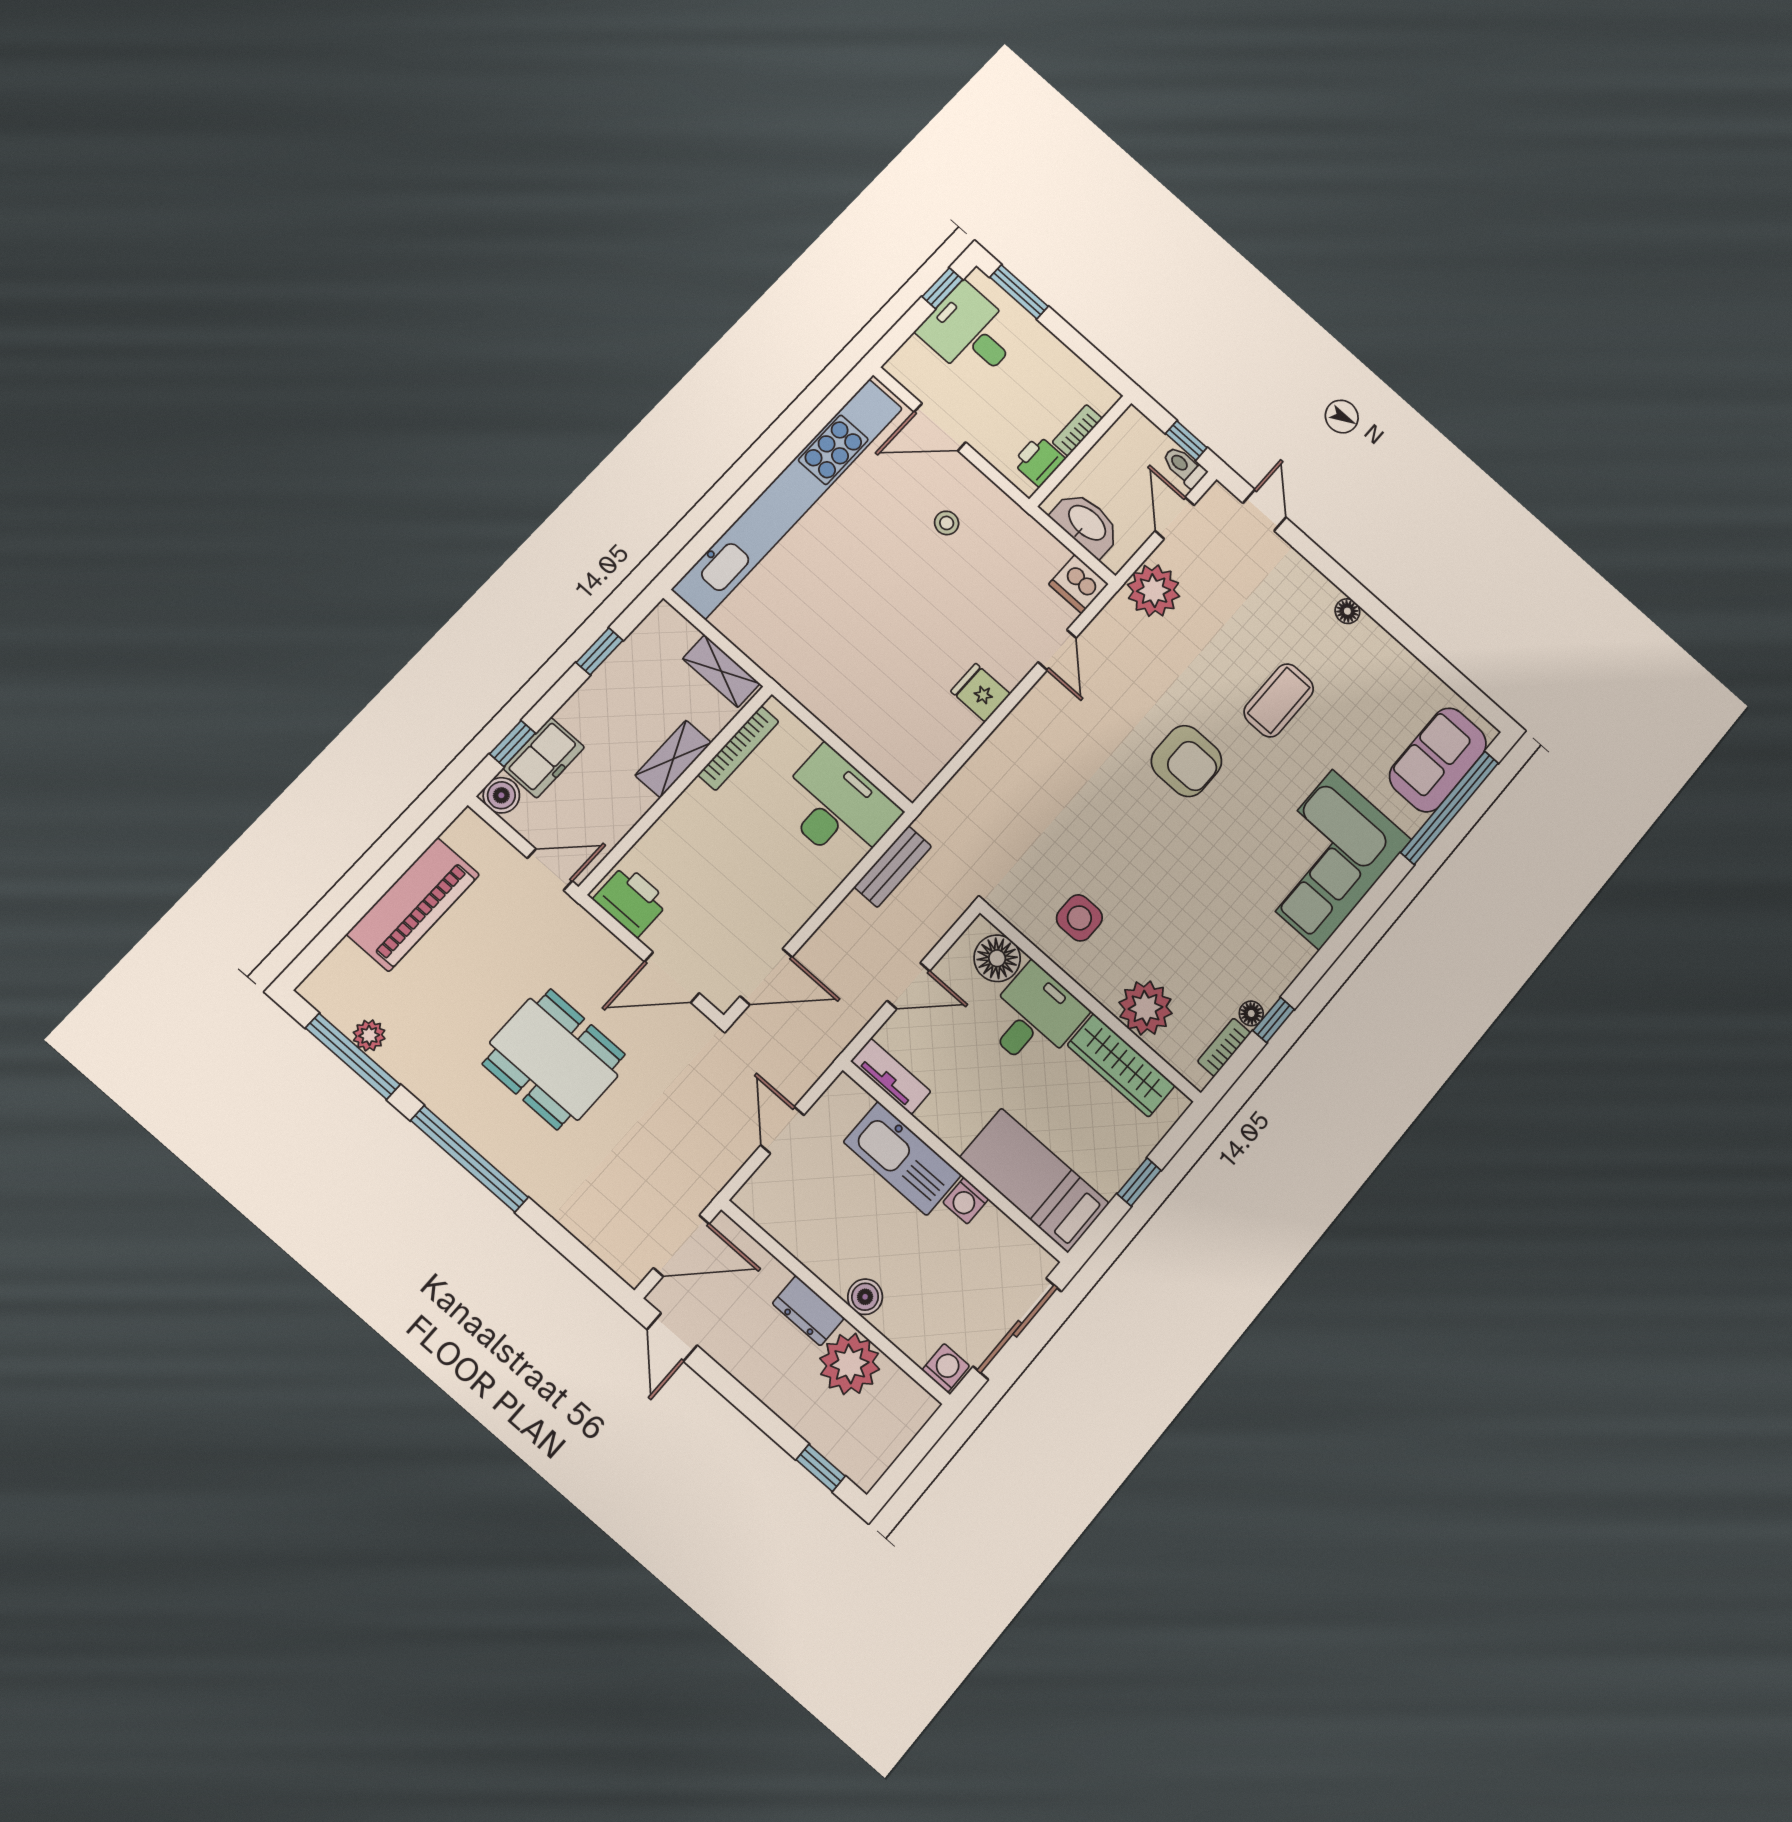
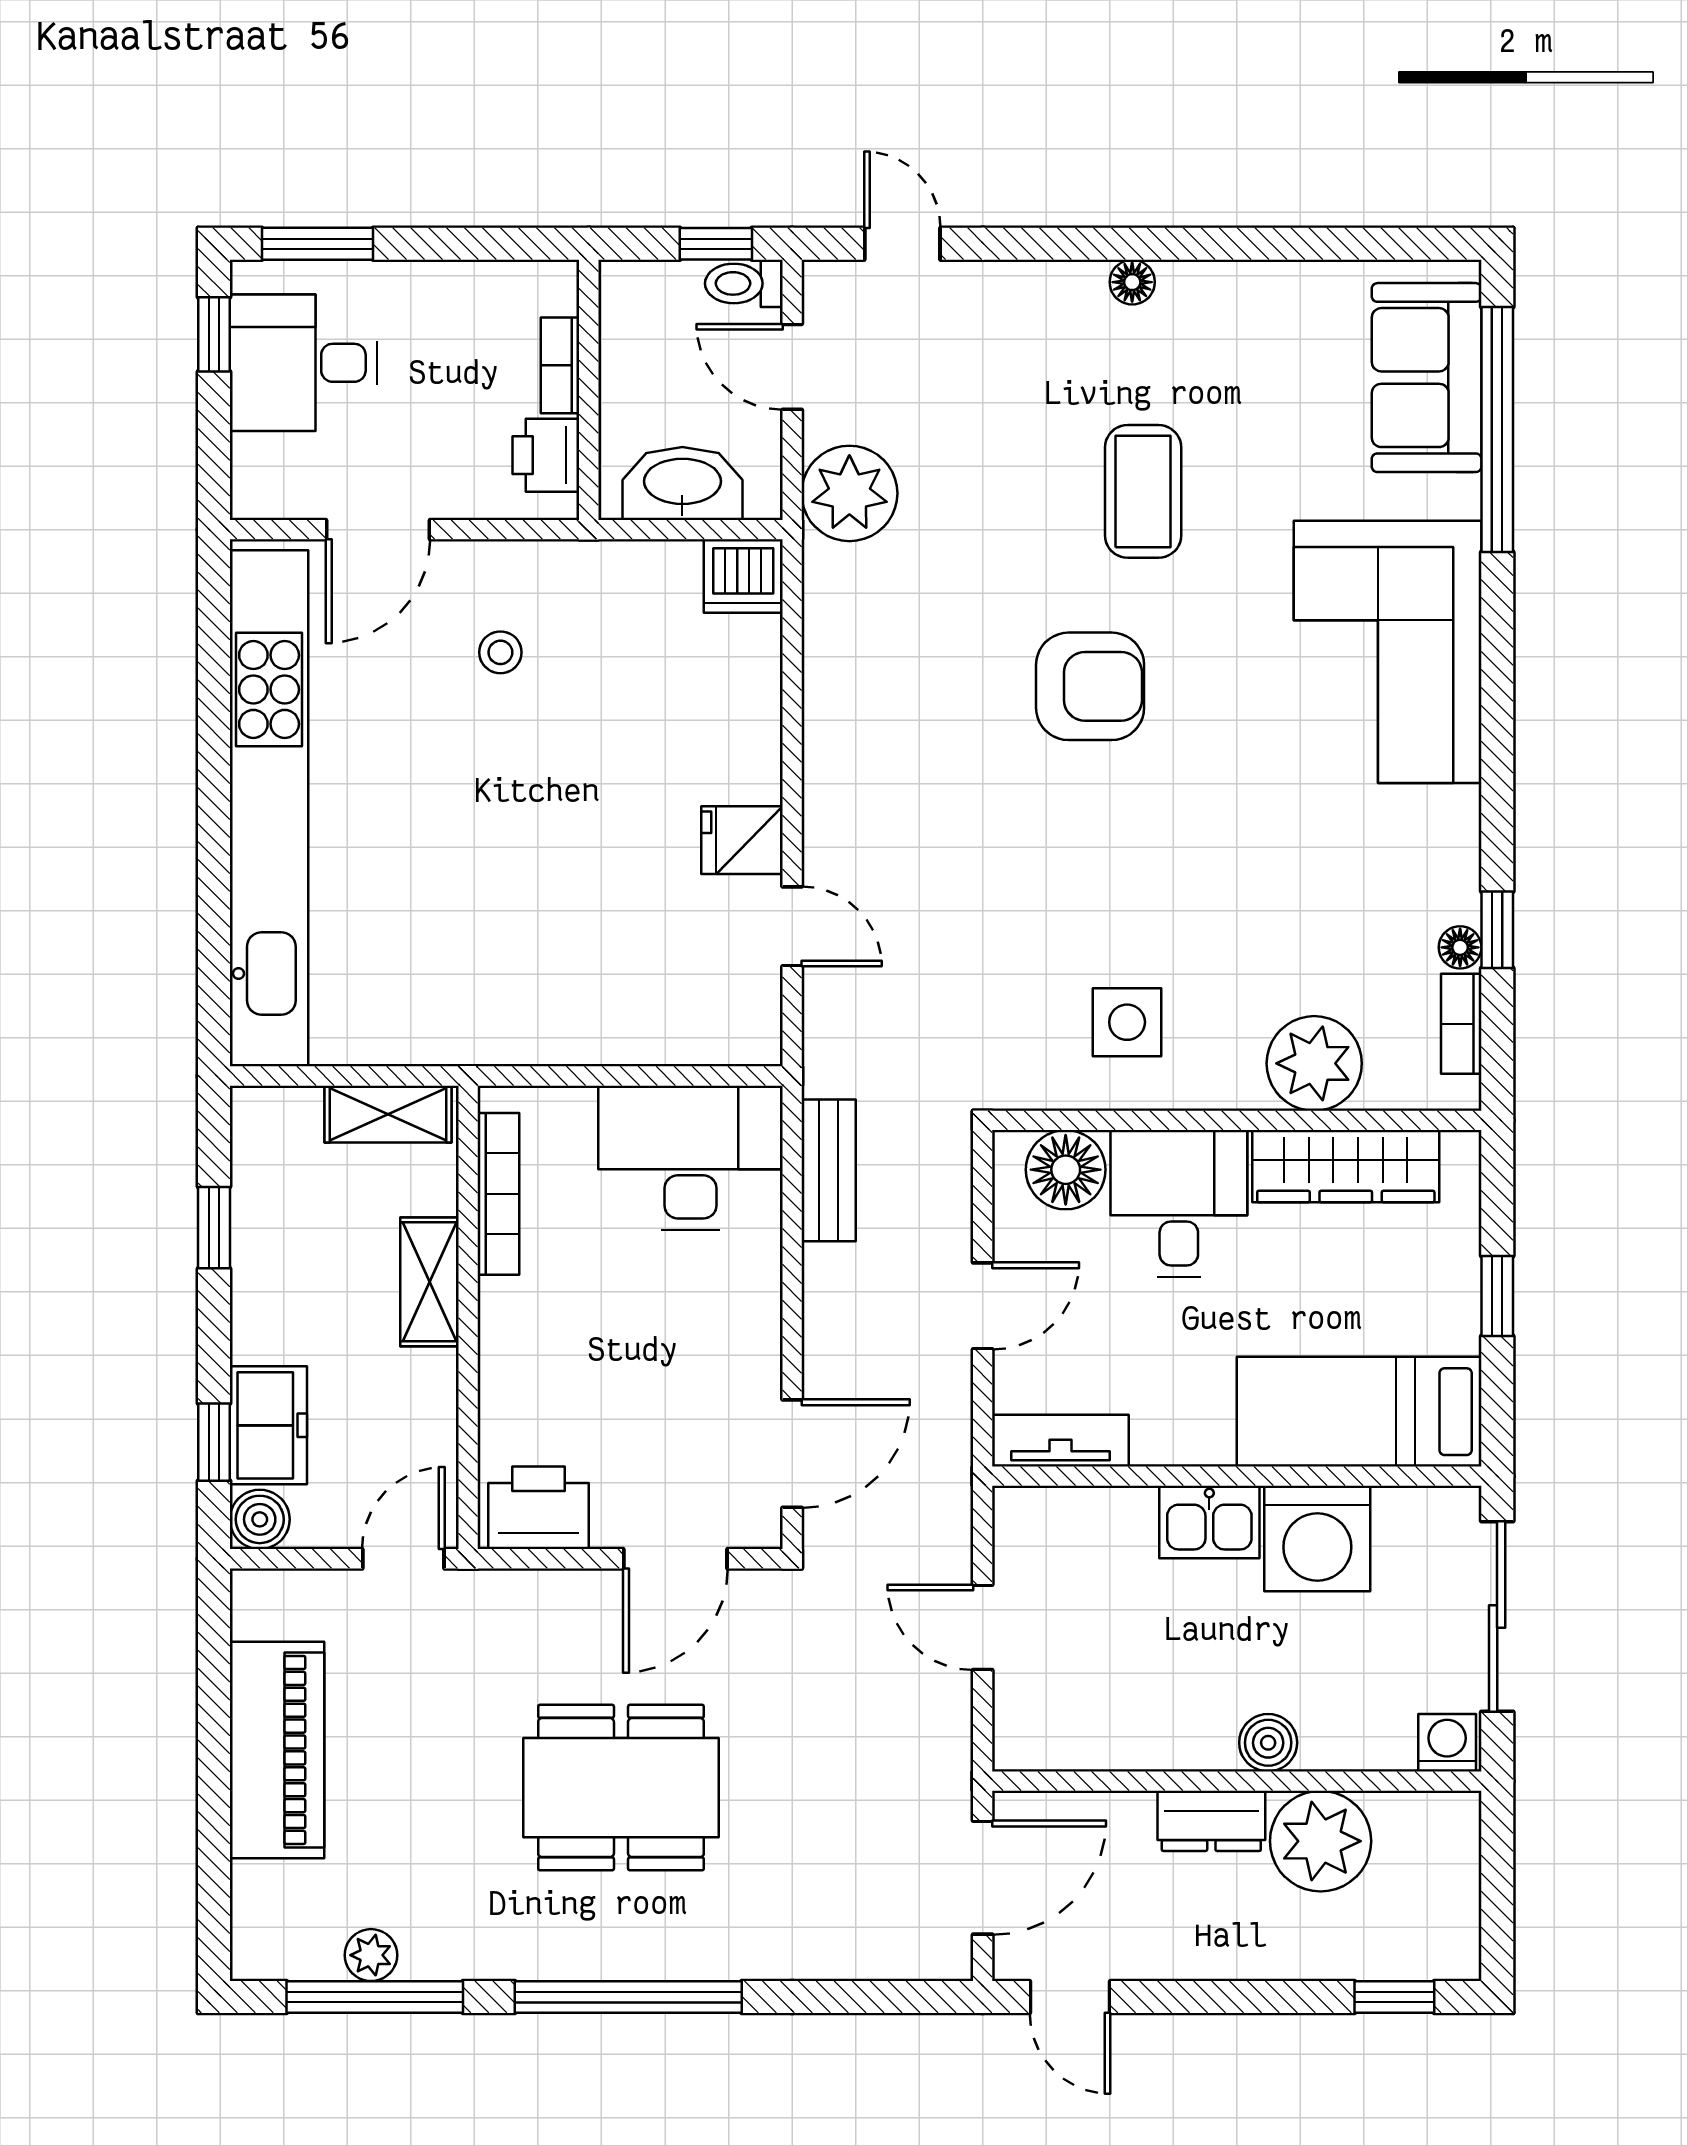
door: (1057, 650) -> (792, 926), moved
kitchen sink: (902, 1158) -> (1209, 1522), width x0.53, depth x0.81
washing machine: (966, 1201) -> (1317, 1539), width x1.89, depth x1.89

